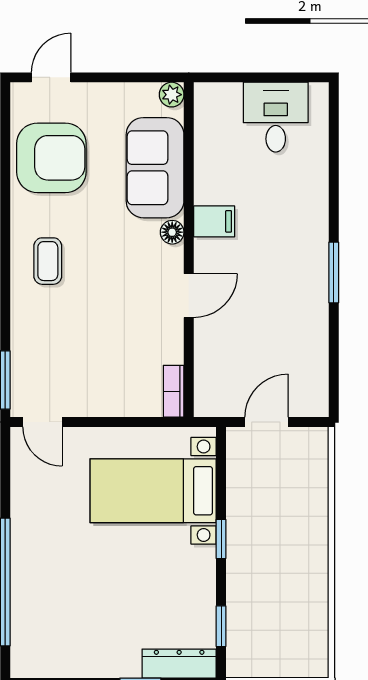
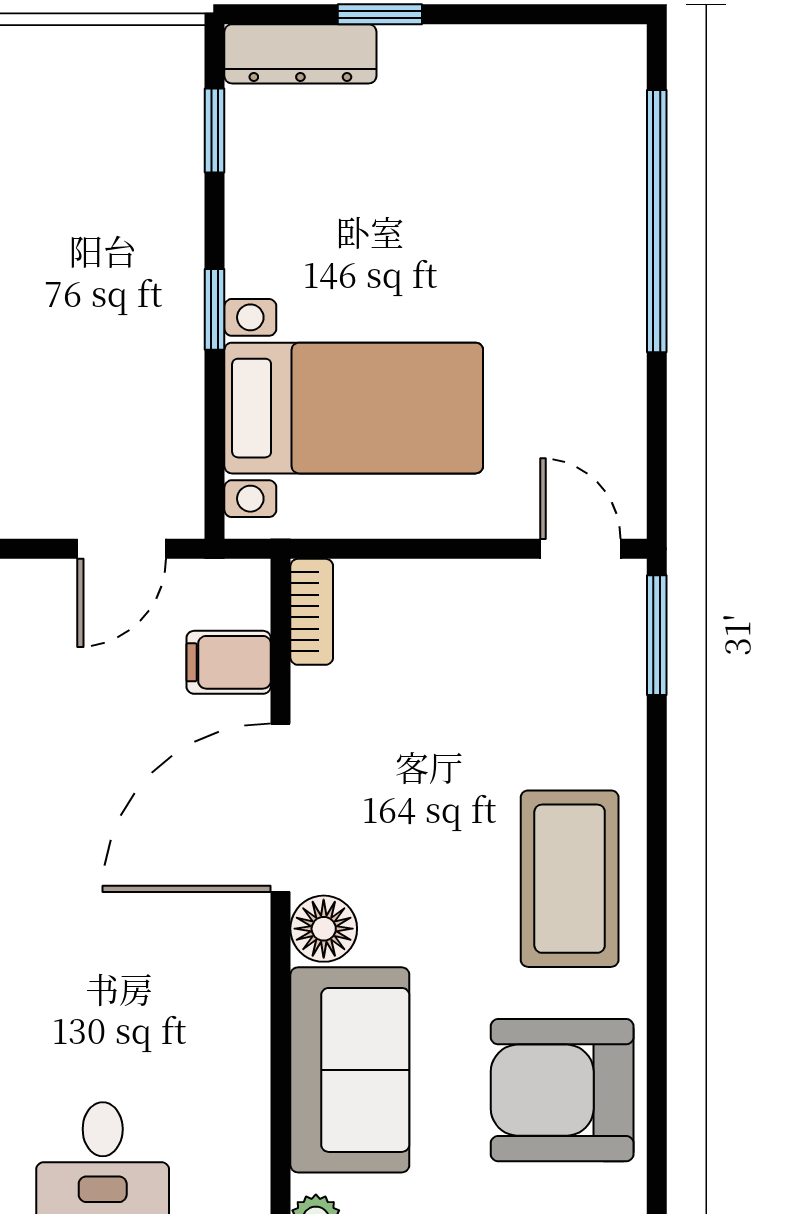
filing cabinet: (214, 221) -> (229, 662), moved
floor lamp: (172, 232) -> (324, 929), width x1.37, depth x1.37
coffee table: (48, 261) -> (570, 879), width x1.86, depth x1.72
door: (189, 296) -> (281, 808), width x1.87

